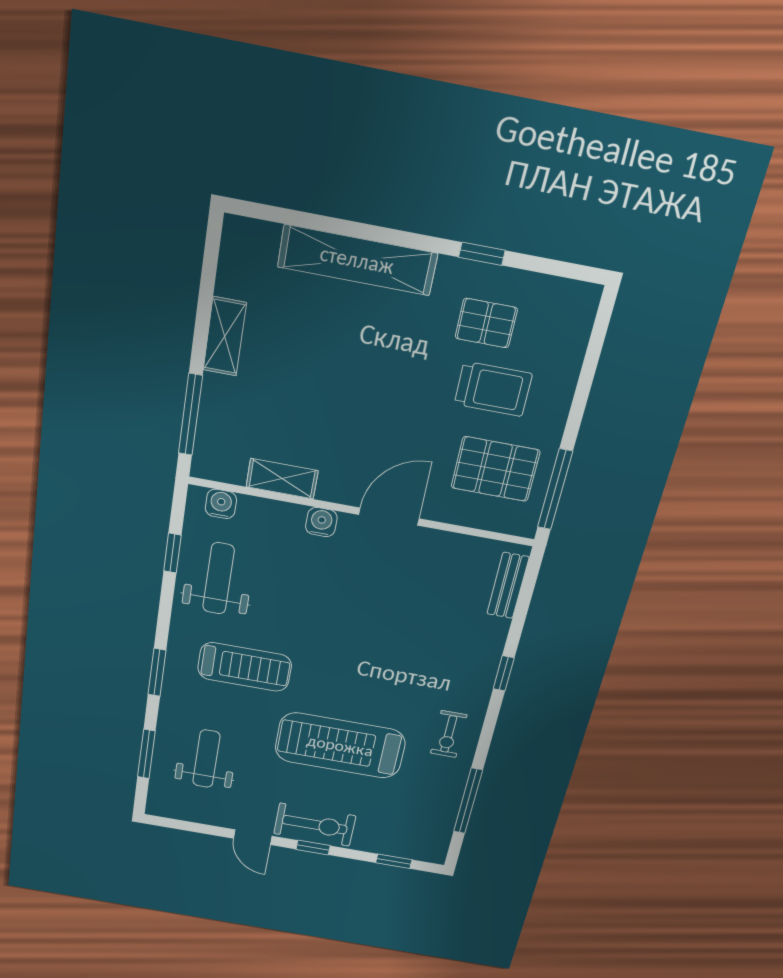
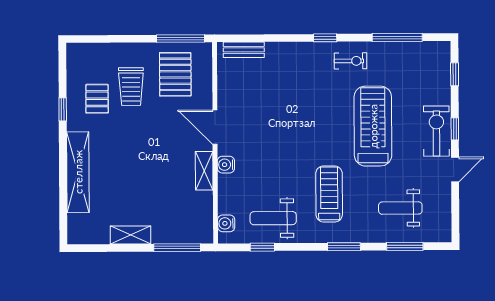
trolley: (493, 389) -> (131, 87), turned 180
shelving: (282, 479) -> (204, 171), moved
window: (504, 673) -> (325, 38), moved
treadmill: (340, 746) -> (373, 126), turned 180

